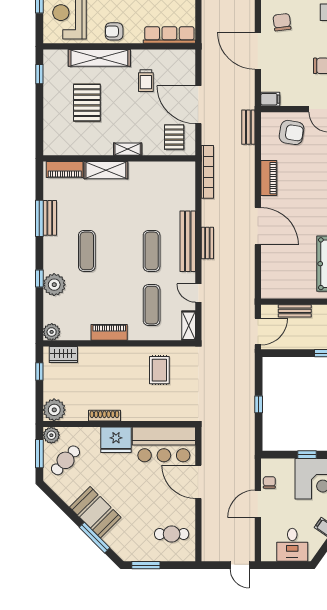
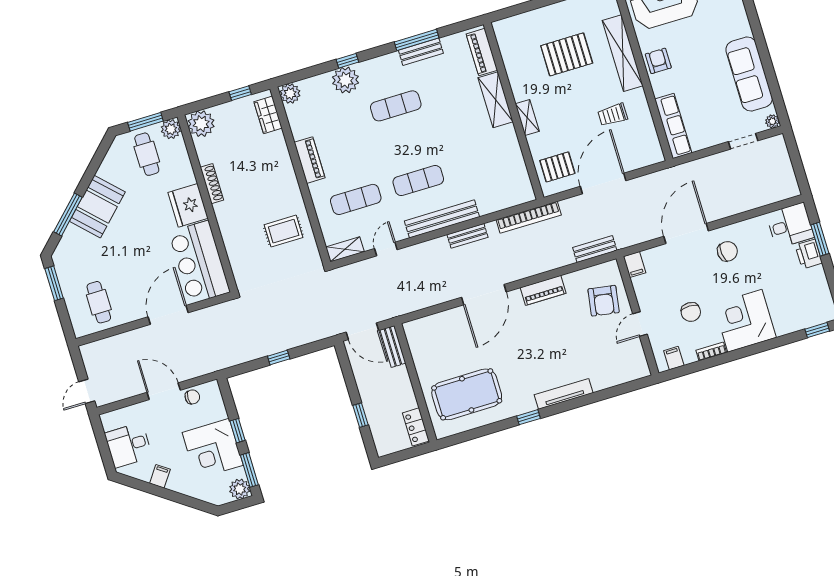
bench: (207, 243) -> (467, 236), moved
bench: (295, 311) -> (393, 346), moved
cafe table: (65, 460) -> (147, 154), turned 47

